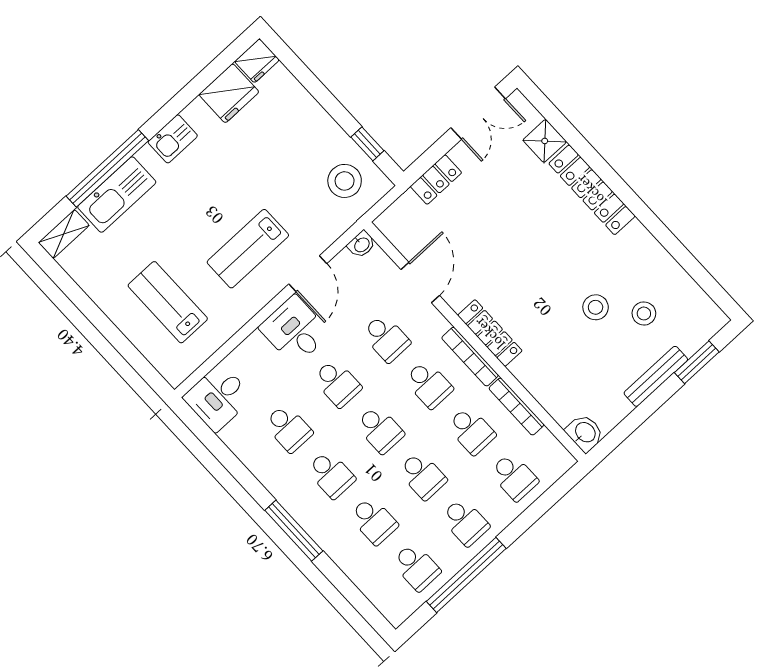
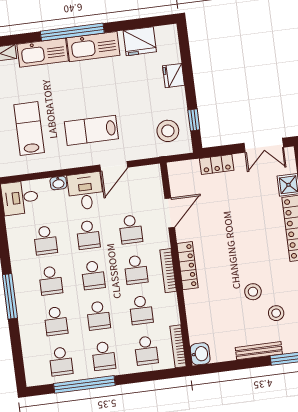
fridge: (257, 61) -> (174, 76), moved, turned 90
kitchen sink: (173, 139) -> (93, 47), width x1.87, depth x1.24
window: (107, 168) -> (72, 32), moved
washbasin: (362, 245) -> (58, 183), moved
bookcase: (516, 407) -> (178, 346), moved

